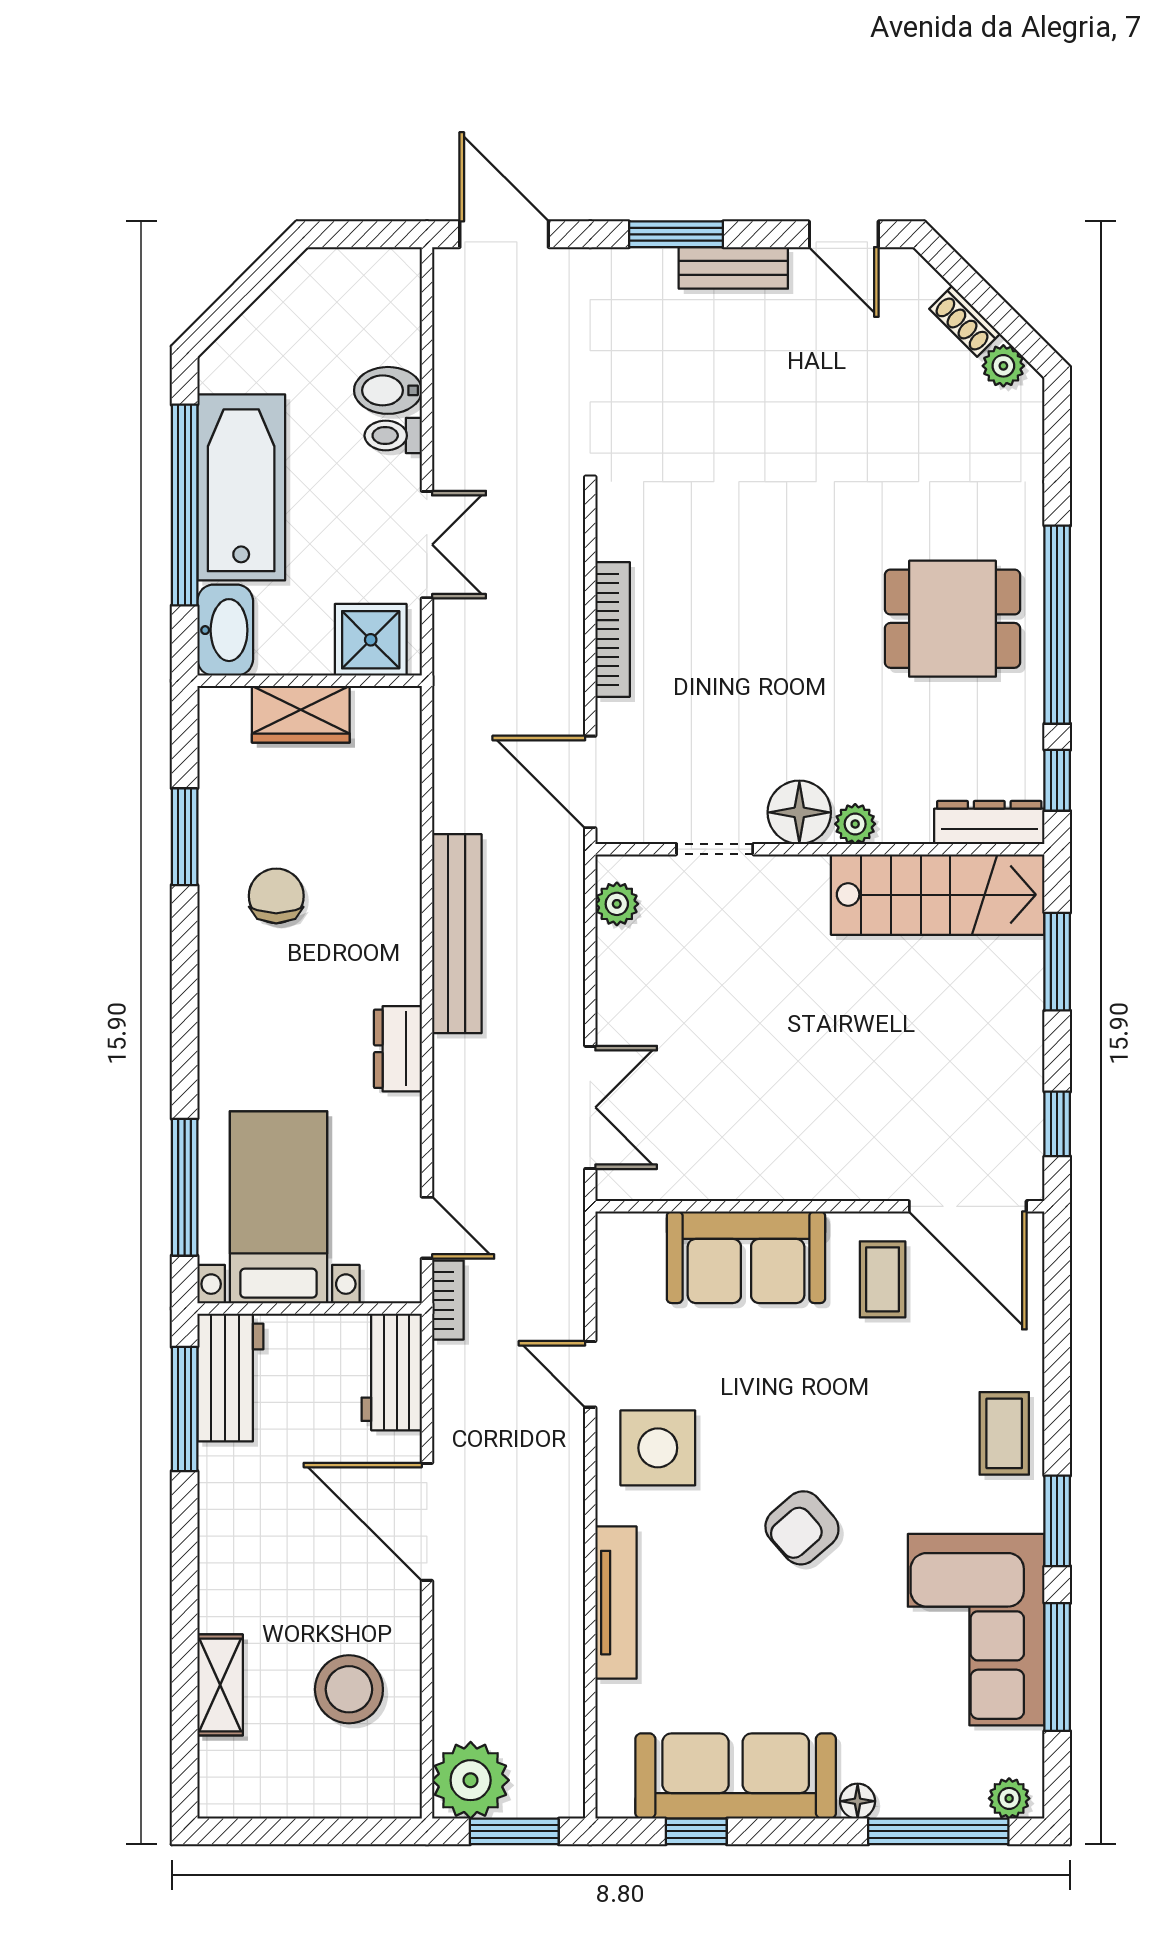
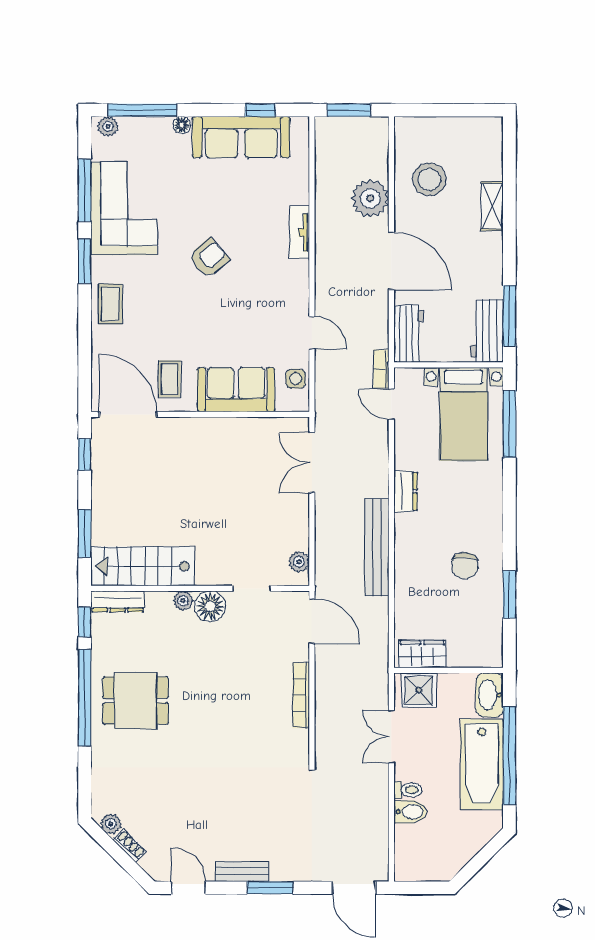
wardrobe: (301, 714) -> (422, 654), moved
side table: (658, 1448) -> (296, 379), moved, width x0.54, depth x0.54
tv unit: (616, 1603) -> (299, 232), width x0.71
shelving: (220, 1685) -> (492, 206), moved
plant: (471, 1780) -> (370, 198), moved

